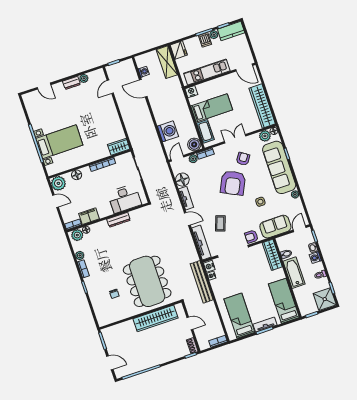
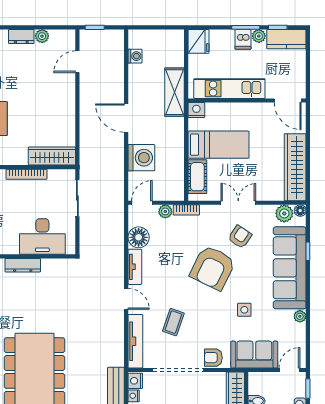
shelving: (167, 62) -> (175, 92), moved
door: (143, 88) -> (126, 118), moved
boiler: (194, 144) -> (174, 191), removed
wardrobe: (119, 147) -> (52, 156), width x1.50

